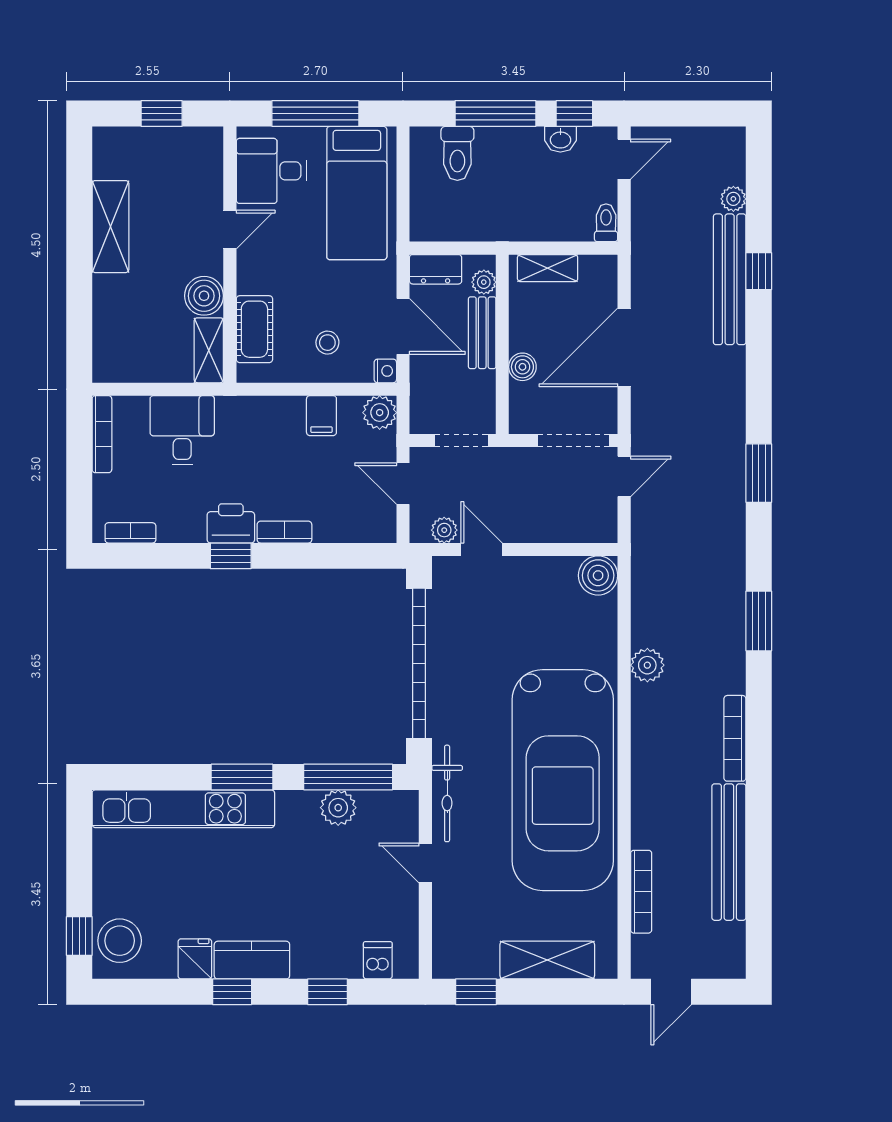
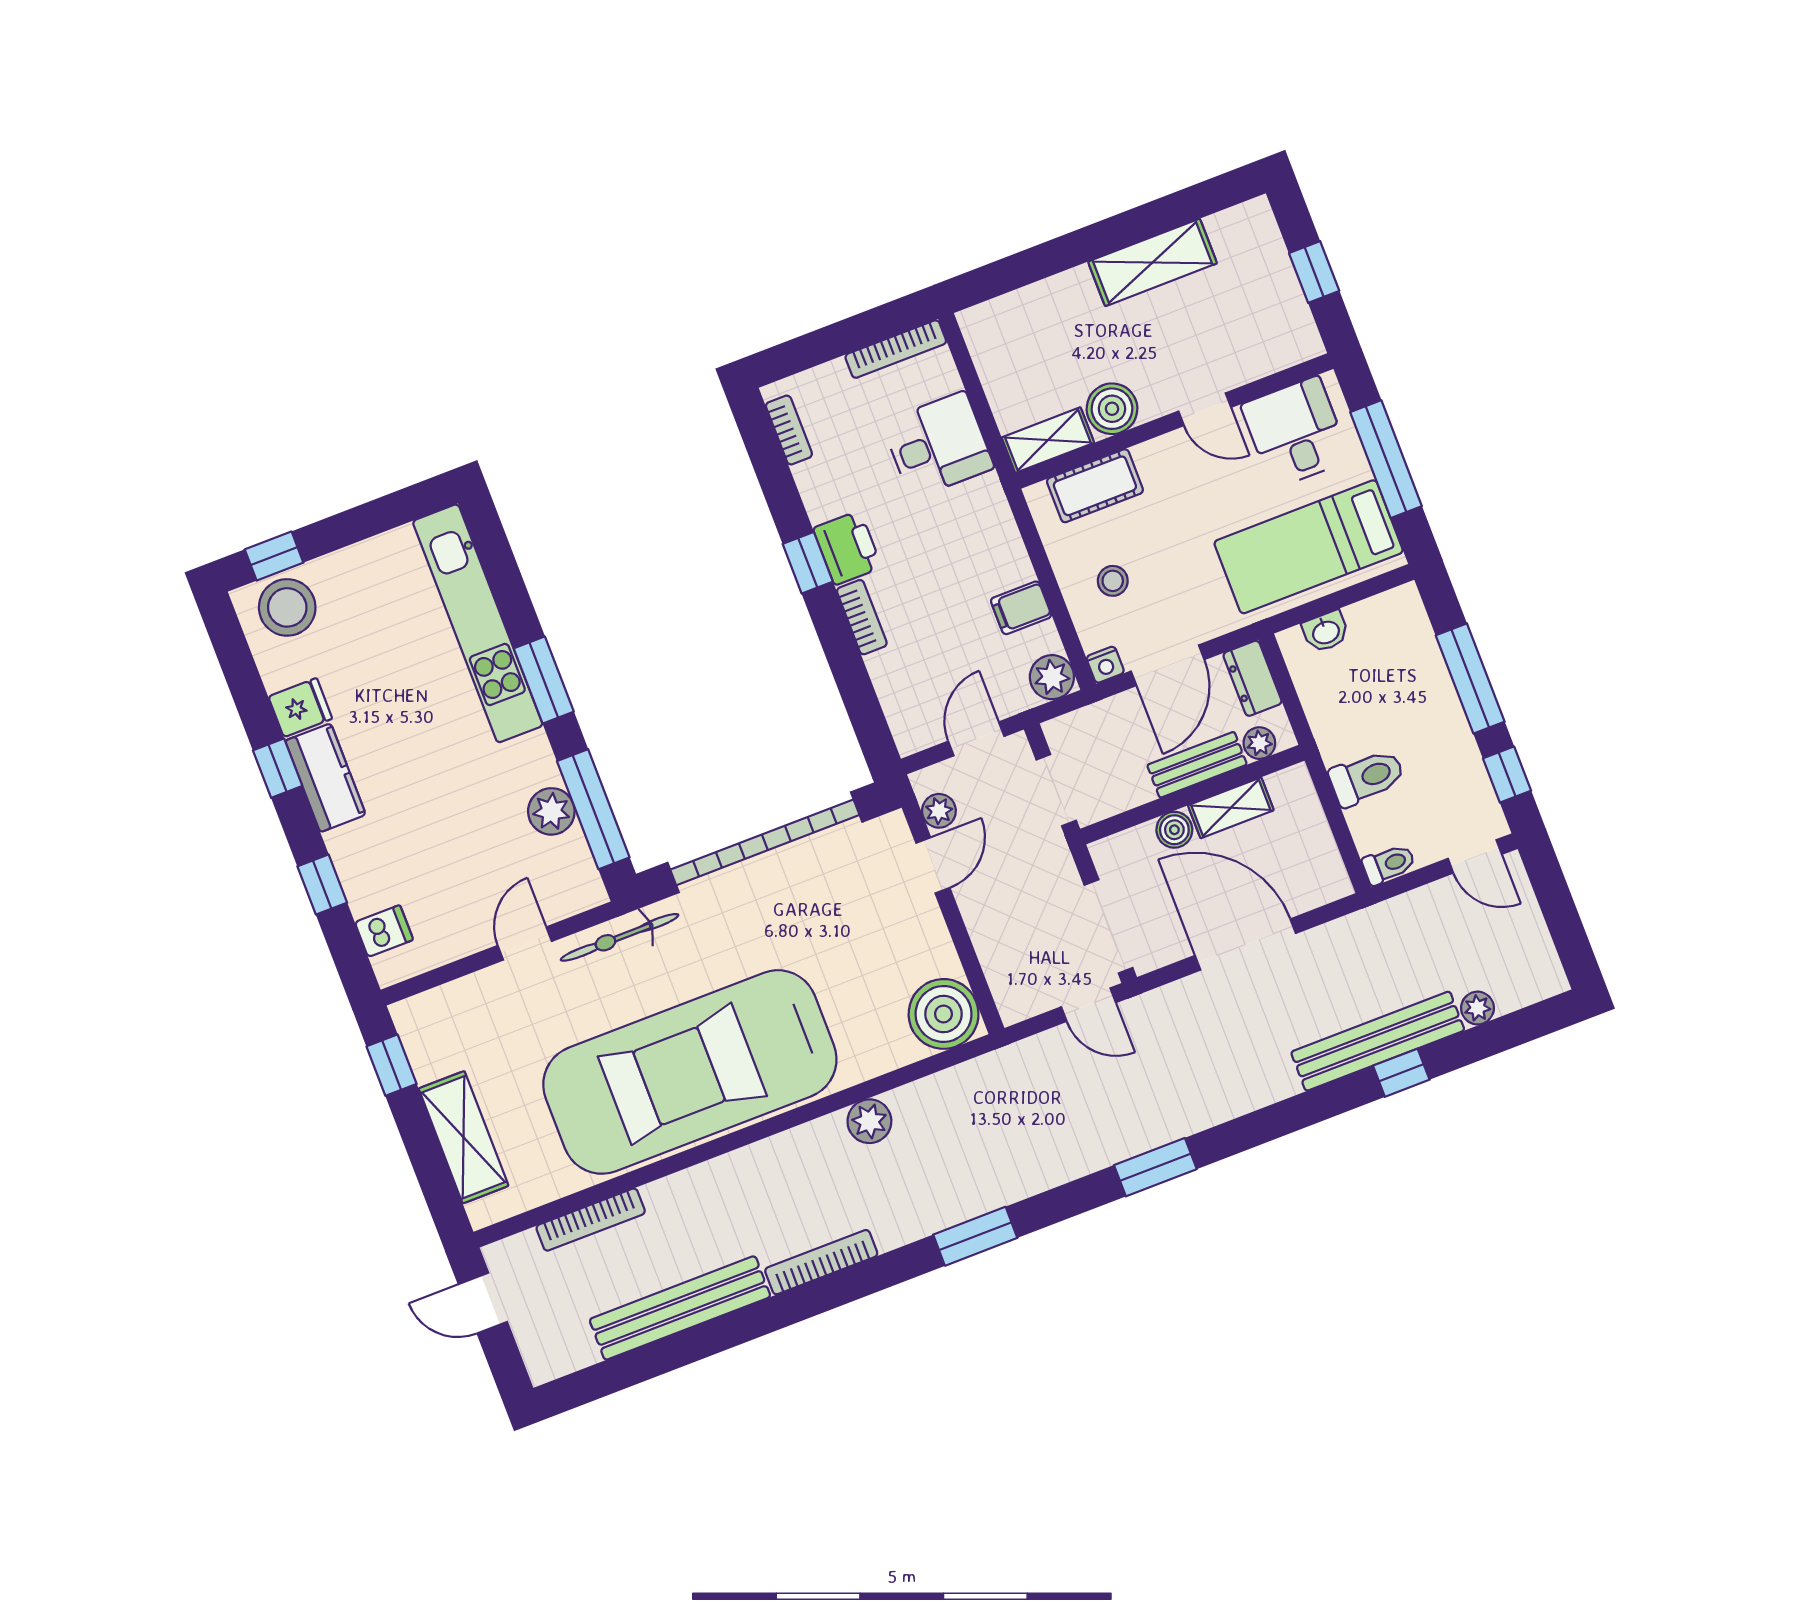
washbasin: (560, 139) -> (1326, 632), moved, turned -90
toilet: (457, 153) -> (1367, 777), moved, turned 180
shelving: (548, 268) -> (1231, 808), moved, turned 90
boiler: (598, 575) -> (944, 1014), width x1.37, depth x1.37

